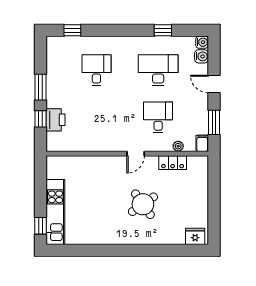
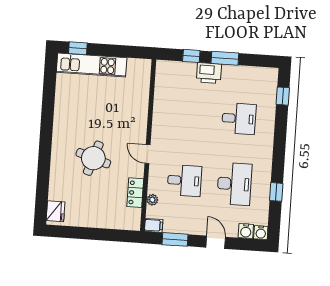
door: (214, 84) -> (216, 242), hinge flipped
printer: (56, 120) -> (209, 73), moved
round table: (143, 204) -> (93, 158), turned -37

